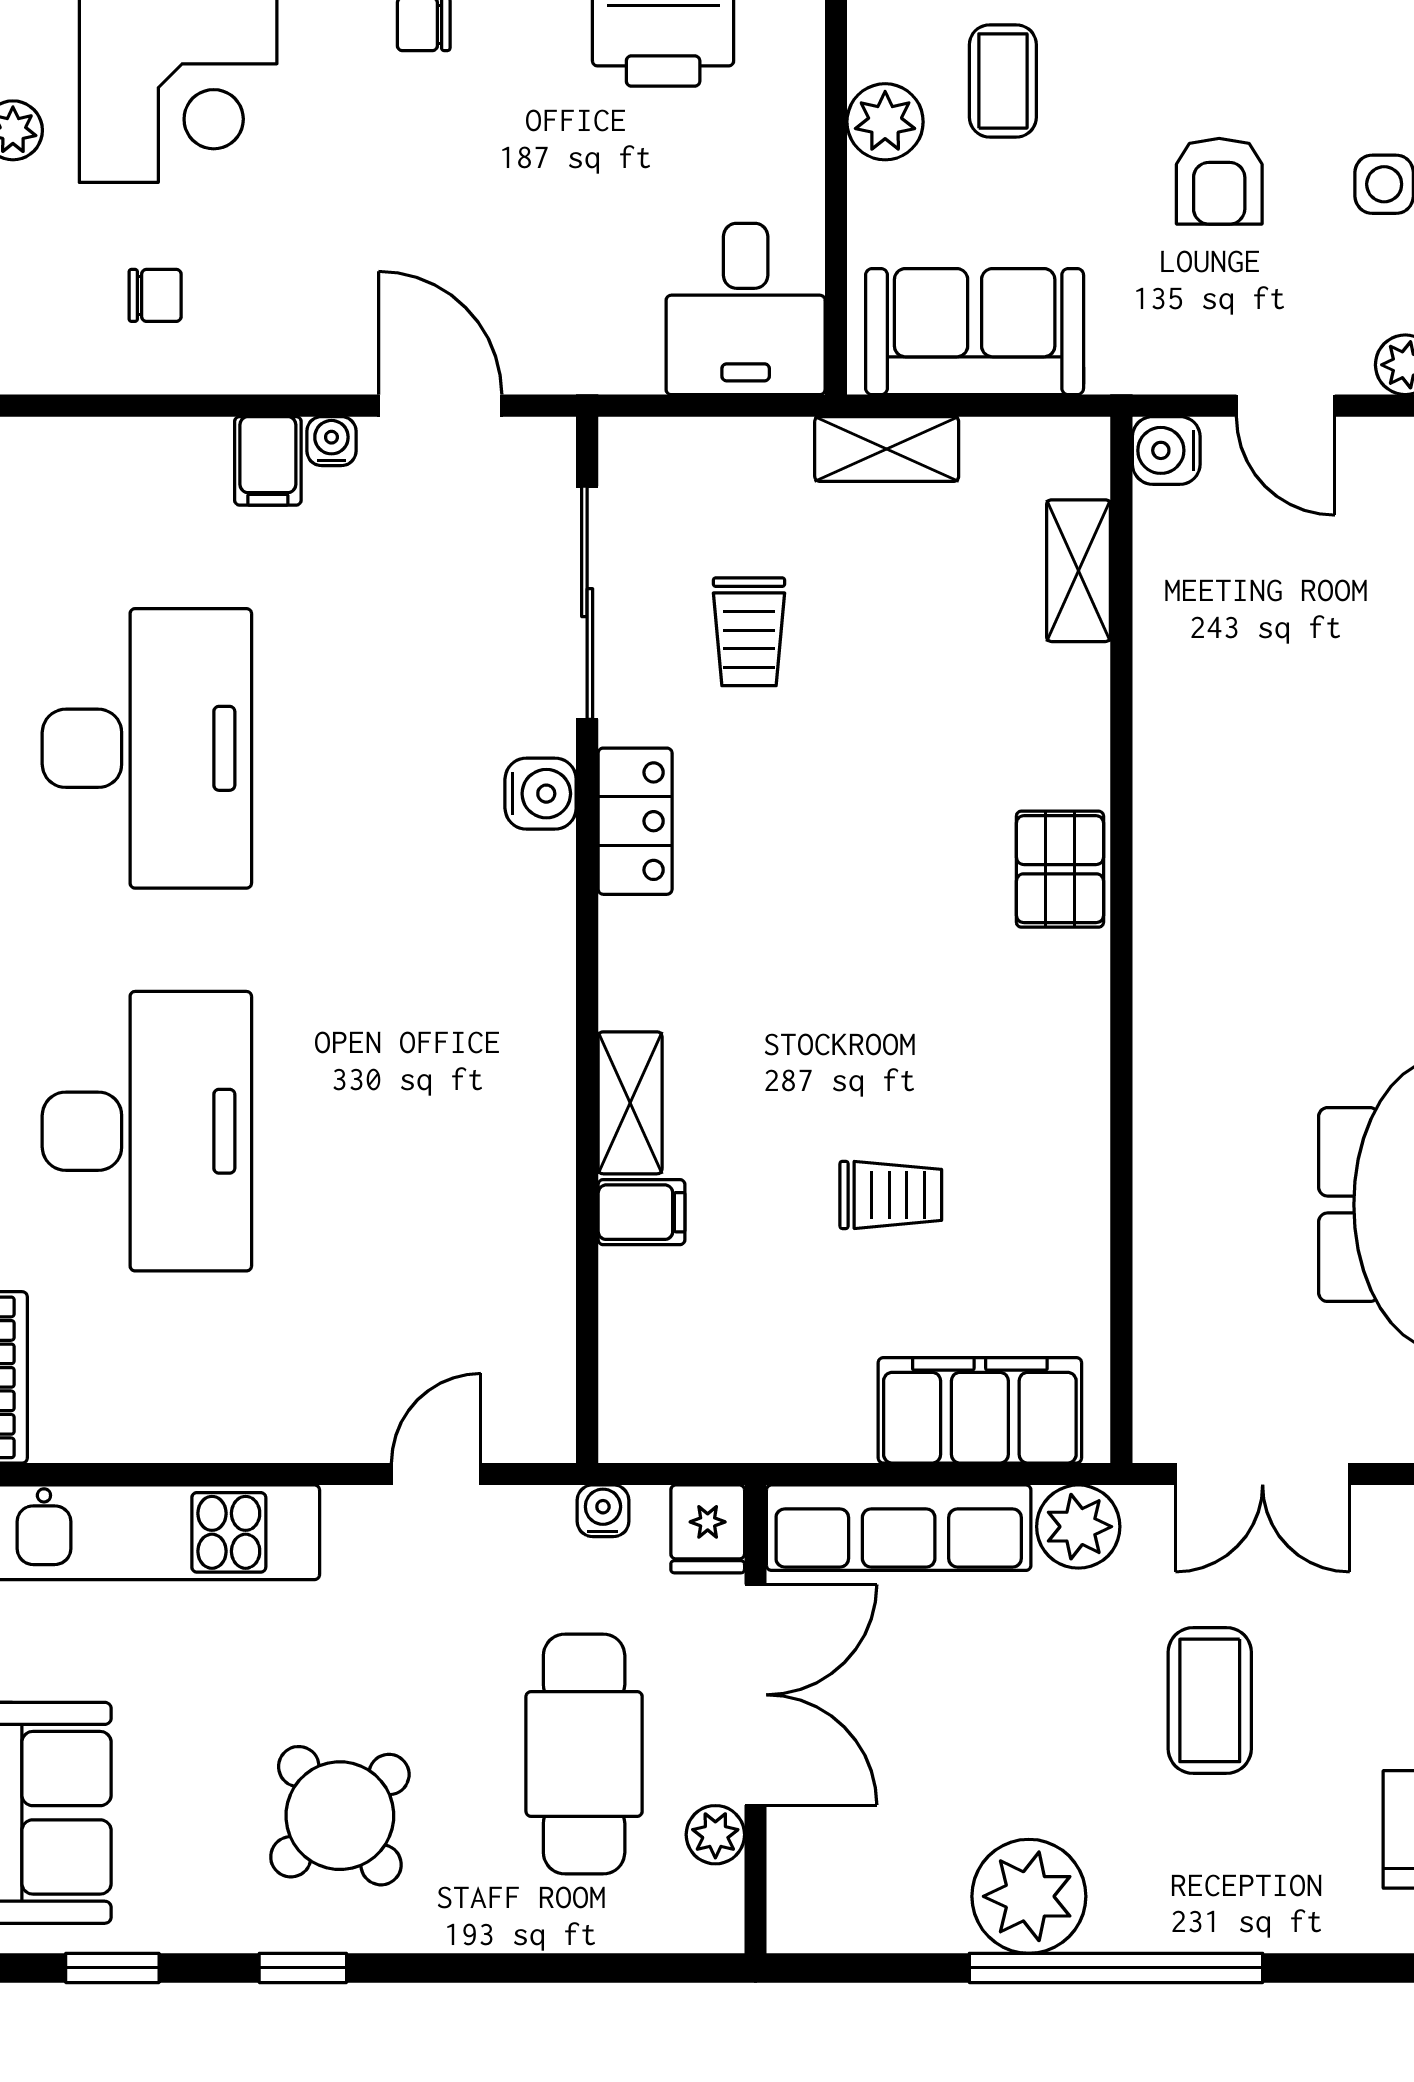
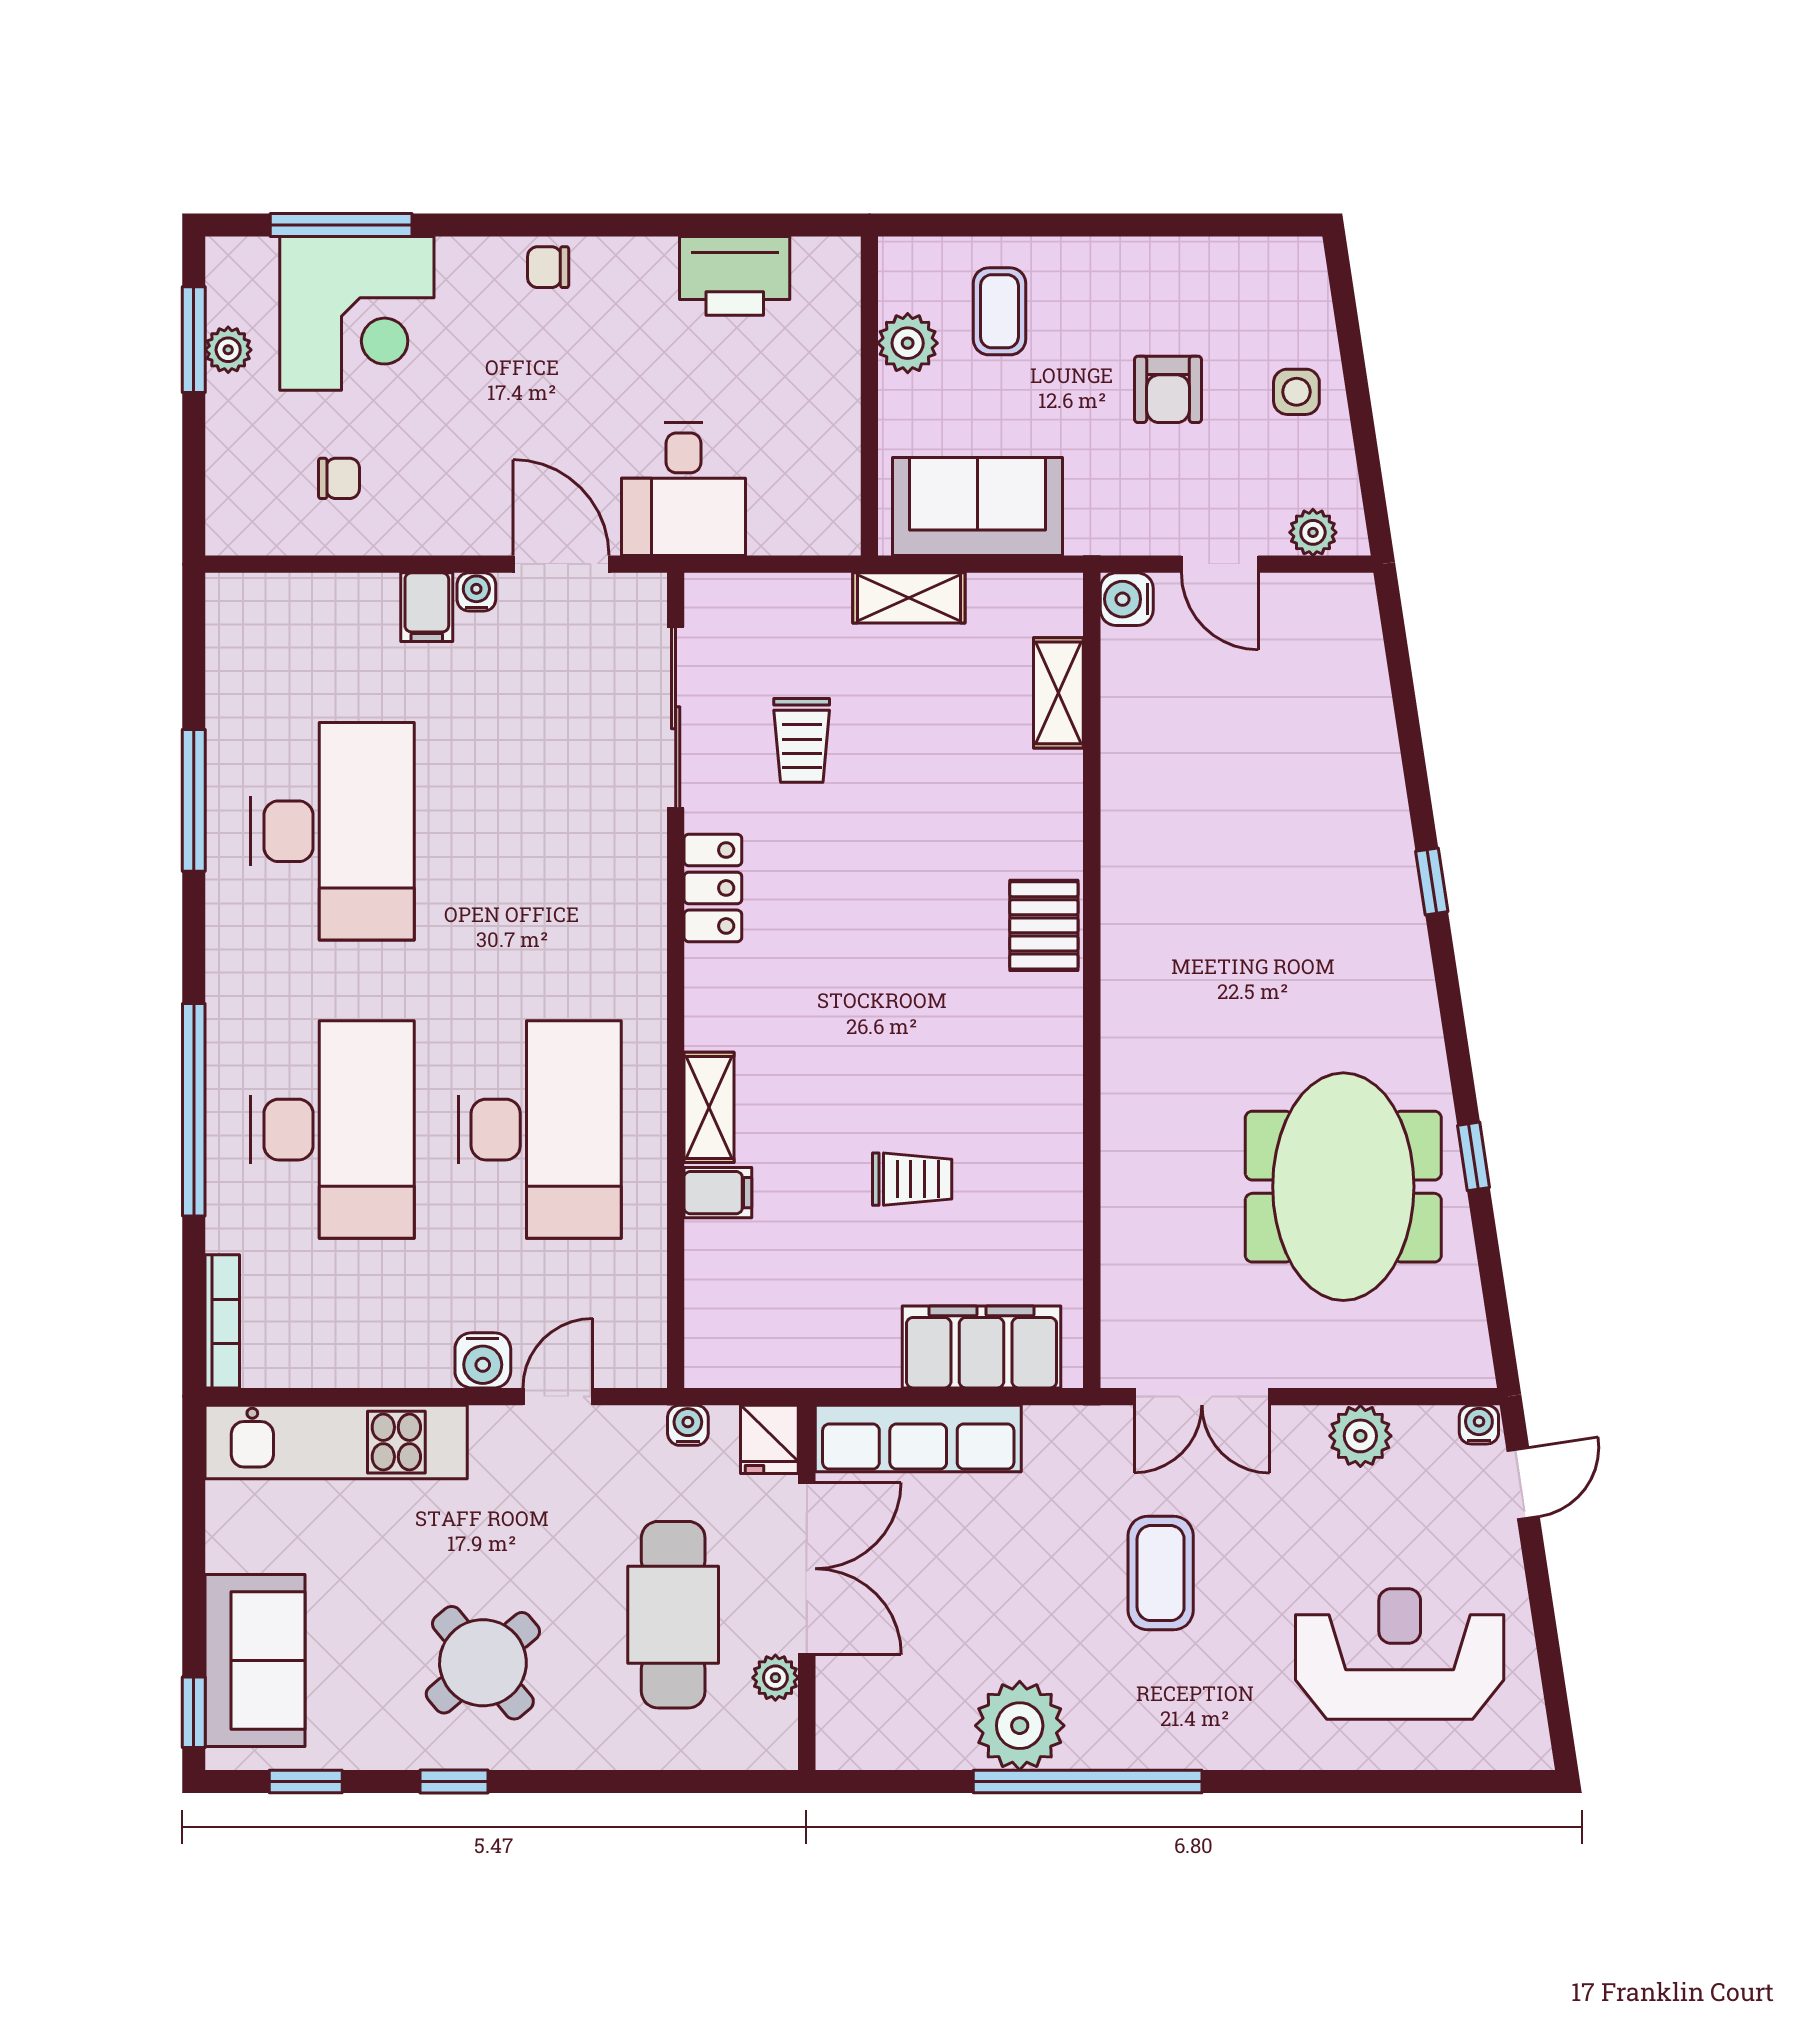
desk: (746, 309) -> (684, 489), moved
water cooler: (541, 794) -> (483, 1360), moved, turned 90
desk: (413, 1131) -> (540, 1130), added
plant: (1078, 1527) -> (1058, 1438), removed

